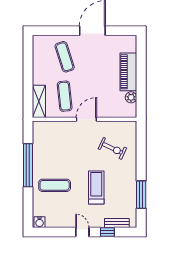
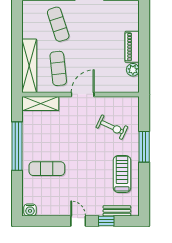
piano: (128, 72) -> (132, 47), width x0.73, depth x0.75
shelving: (39, 101) -> (29, 66), width x1.47
shelving: (49, 127) -> (41, 104), added
treadmill: (96, 188) -> (122, 174), moved
window: (141, 195) -> (144, 147), moved

